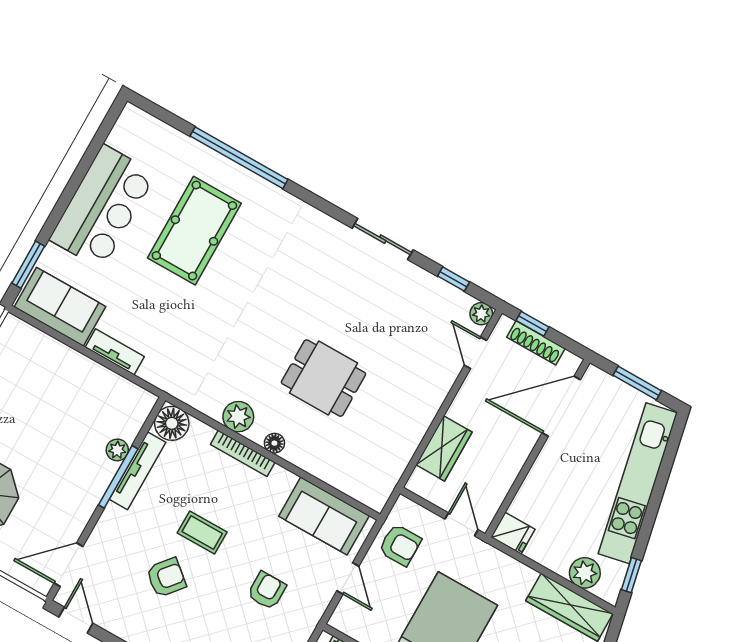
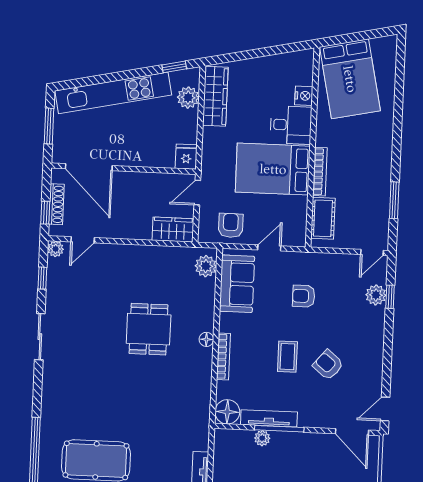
plant: (238, 417) -> (206, 266), moved
wardrobe: (444, 448) -> (173, 230), moved

